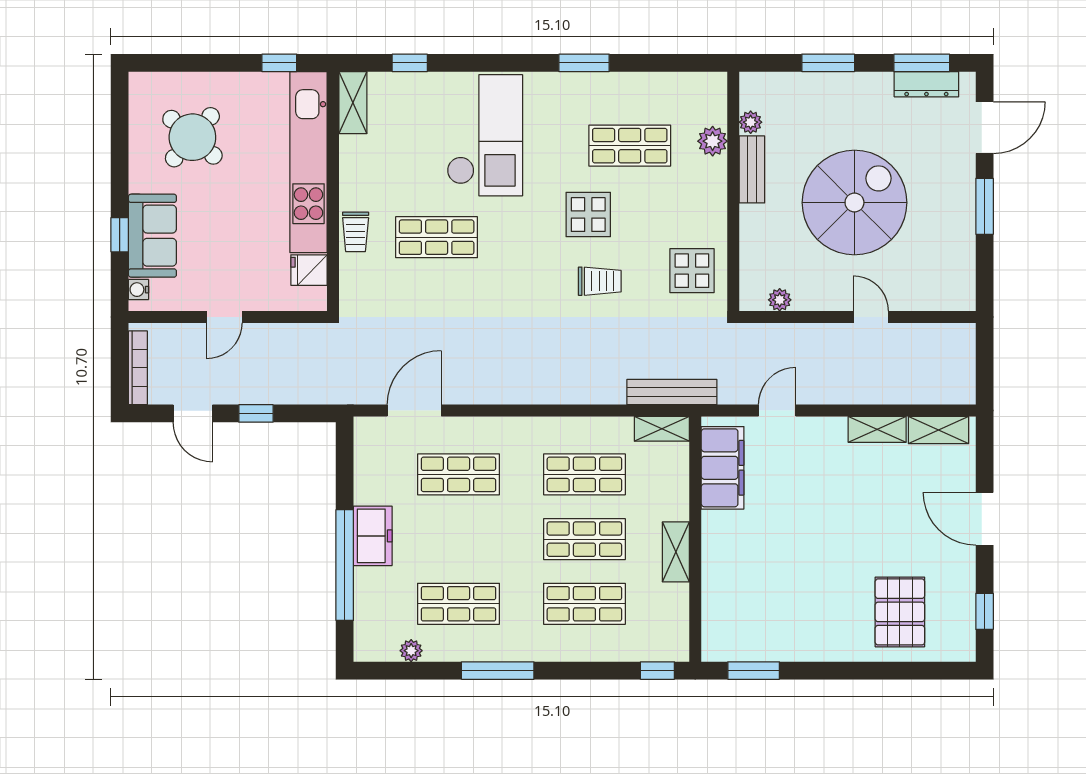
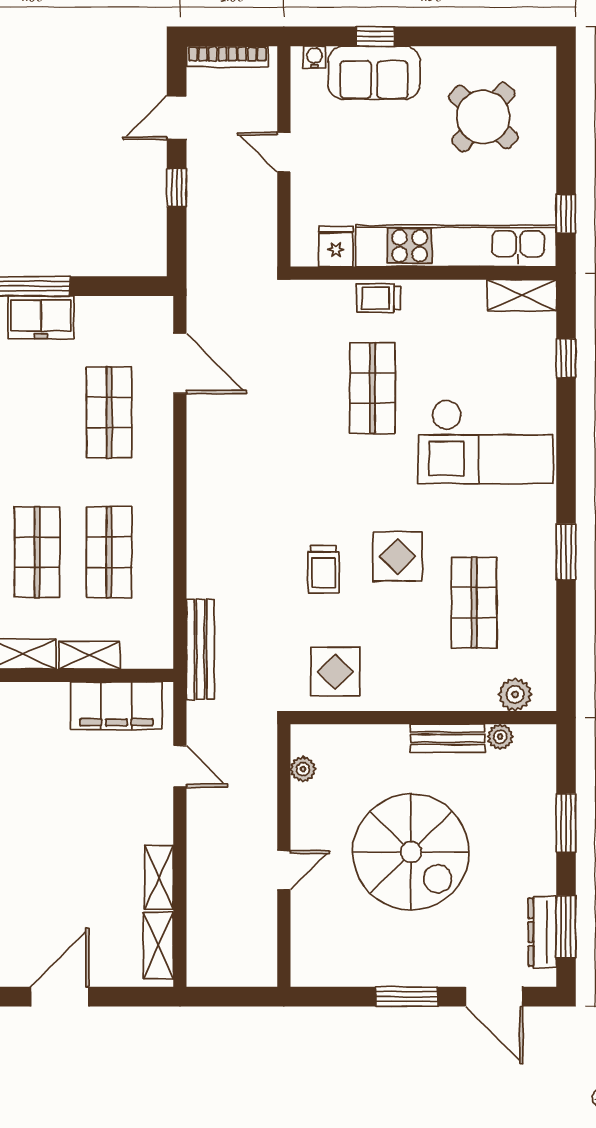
plant: (713, 141) -> (515, 694), moved
shelving: (662, 429) -> (89, 655), moved, turned 90

